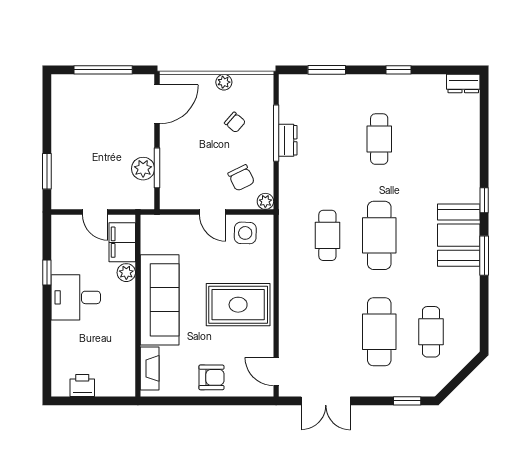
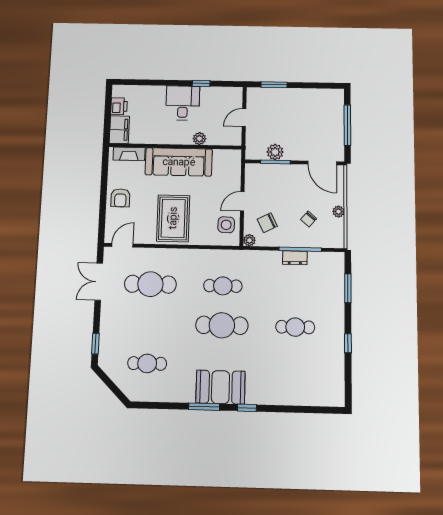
dresser: (463, 84) -> (338, 394), removed
filing cabinet: (122, 242) -> (119, 130), moved, turned 90
cafe table: (379, 332) -> (150, 284), moved

